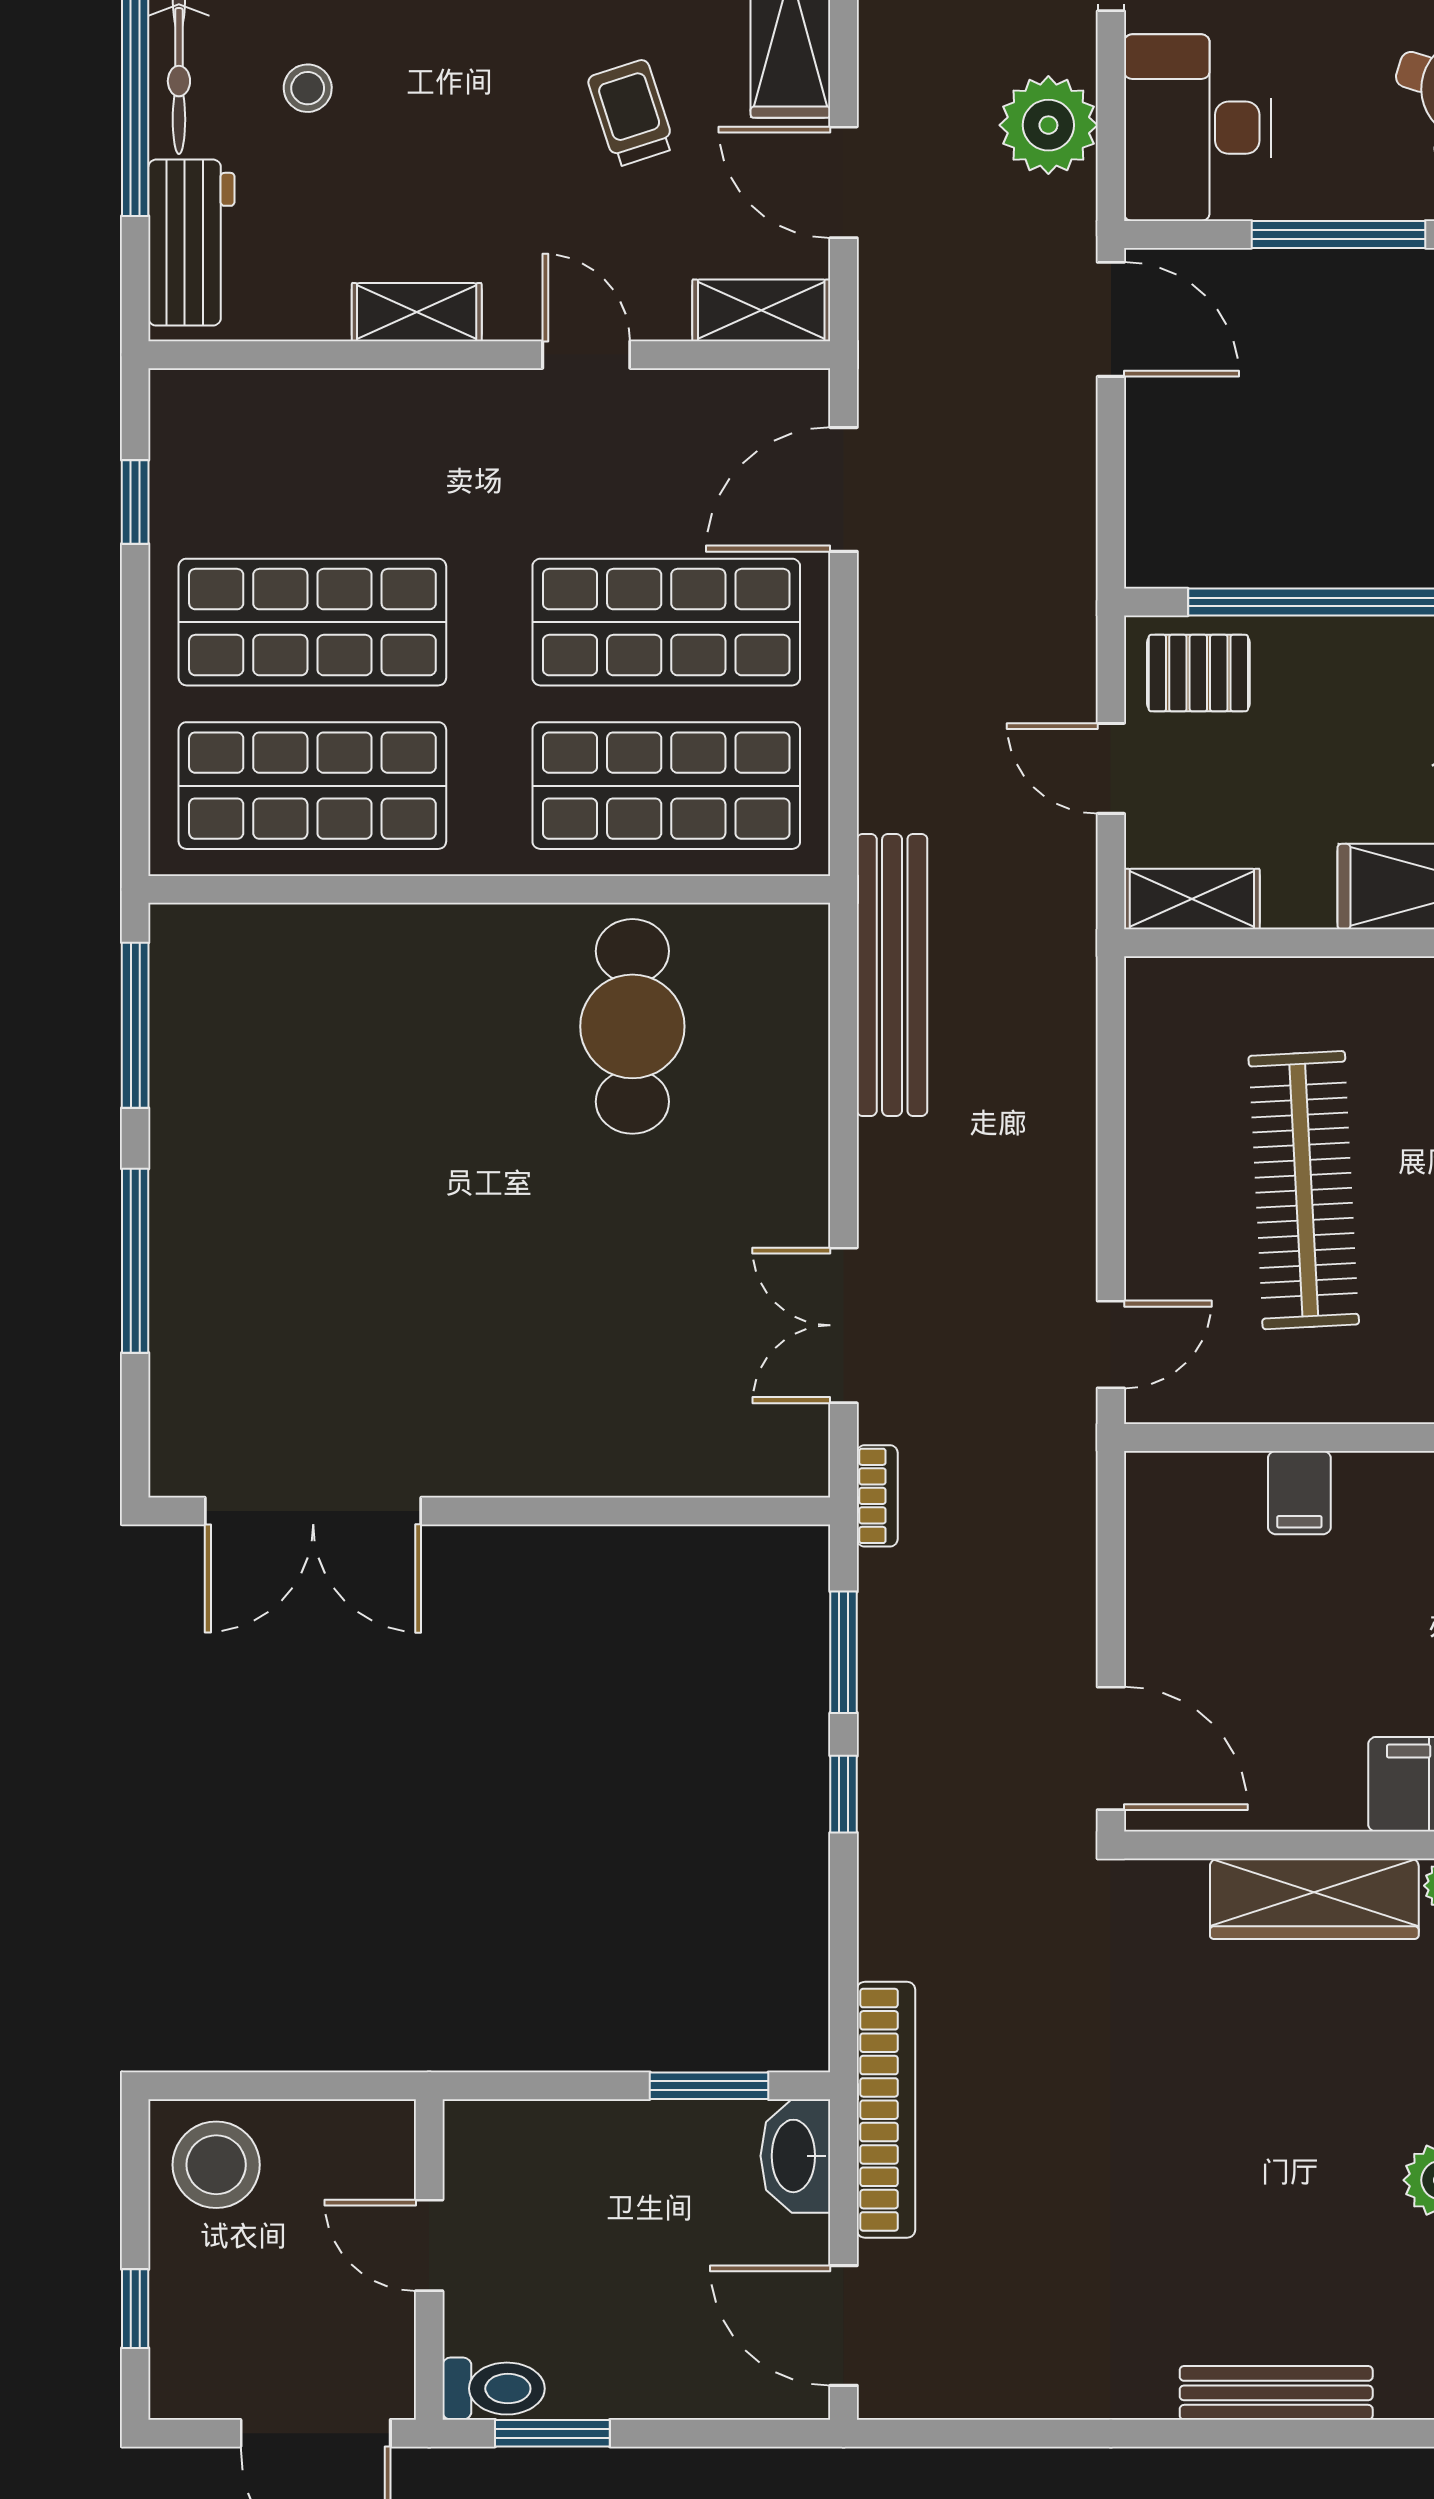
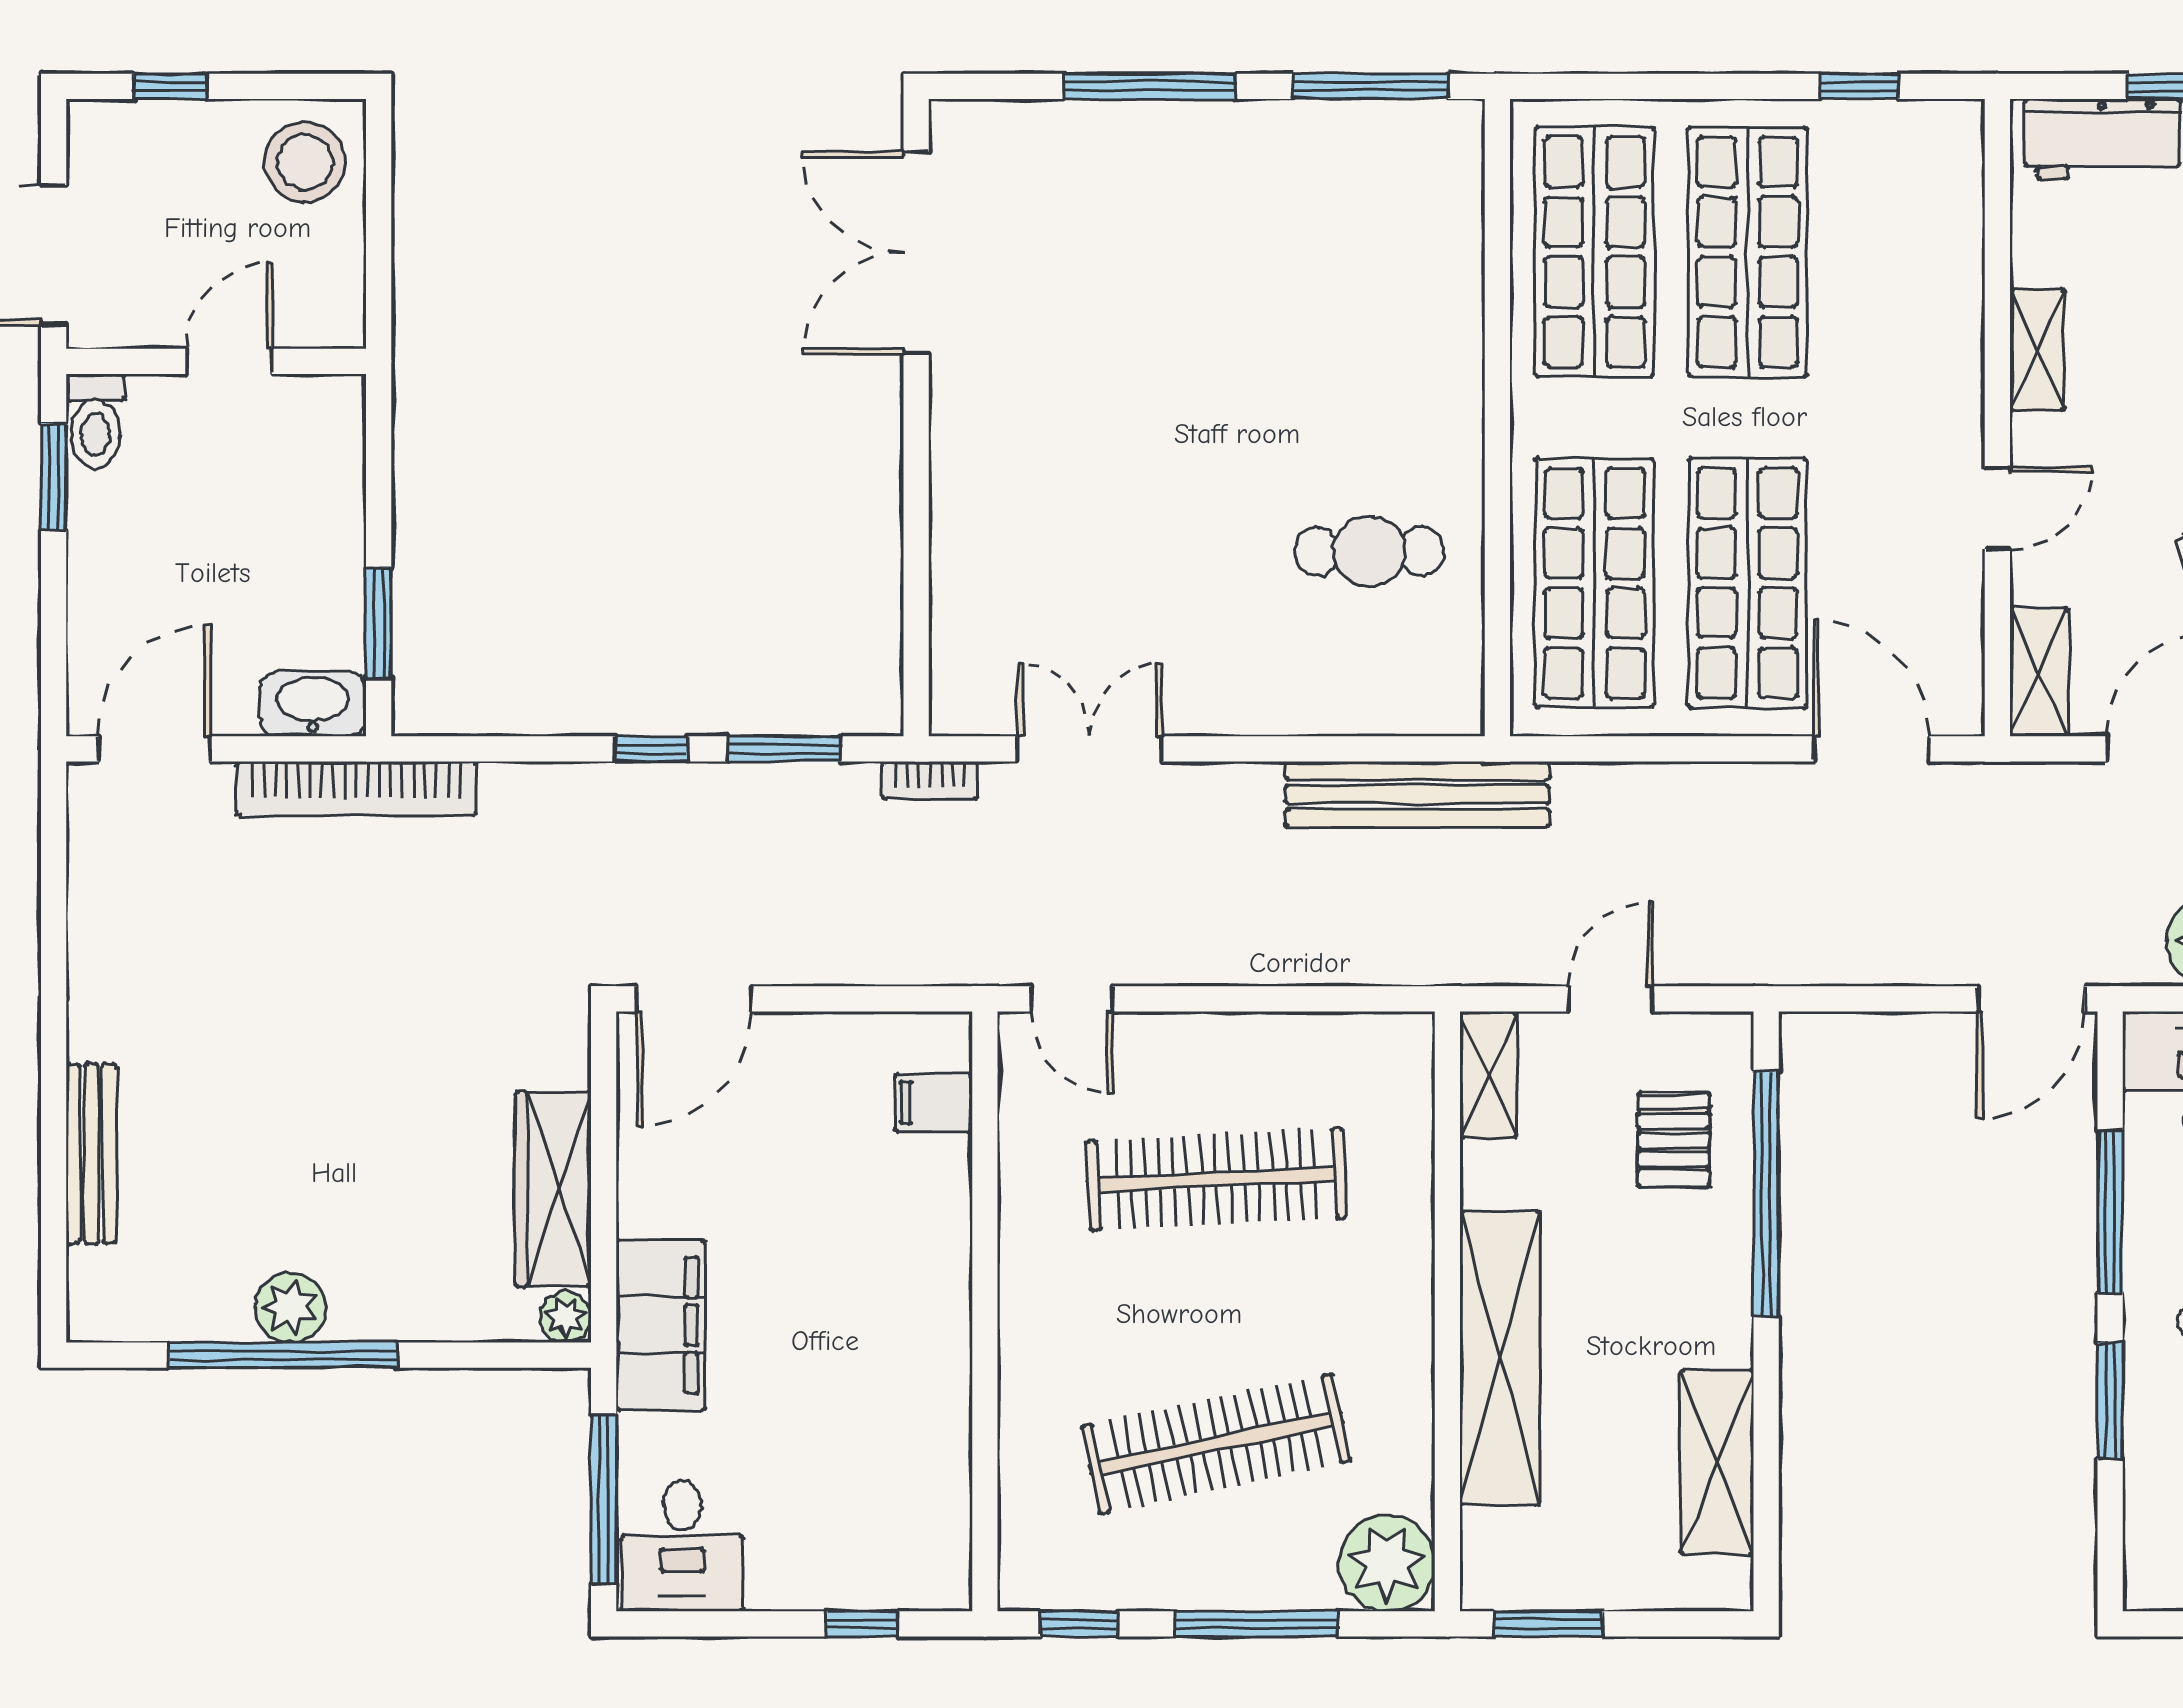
pallet: (1198, 673) -> (1674, 1140), moved
cafe table: (632, 1026) -> (1369, 551), width x0.73, depth x0.74
filing cabinet: (1299, 1493) -> (933, 1103), moved

